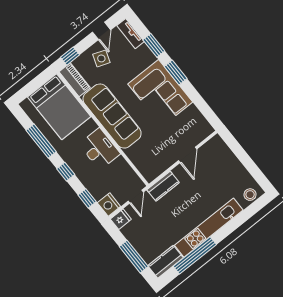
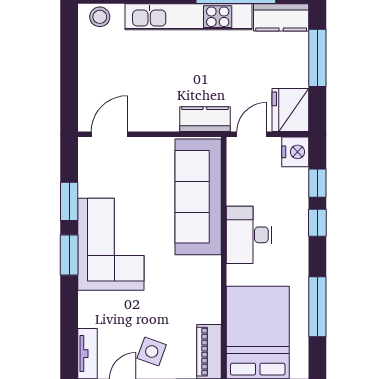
window: (154, 45) -> (69, 201), moved
sofa: (112, 116) -> (198, 197), moved
door: (188, 155) -> (109, 134), moved
window: (66, 172) -> (317, 223), moved
fridge: (121, 219) -> (290, 110), width x1.88, depth x1.34

